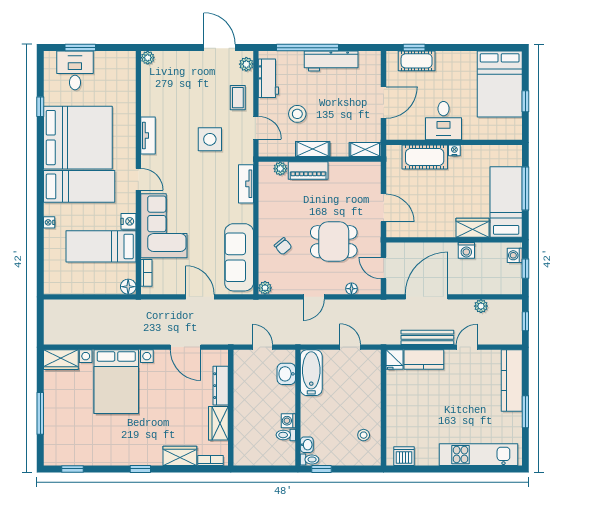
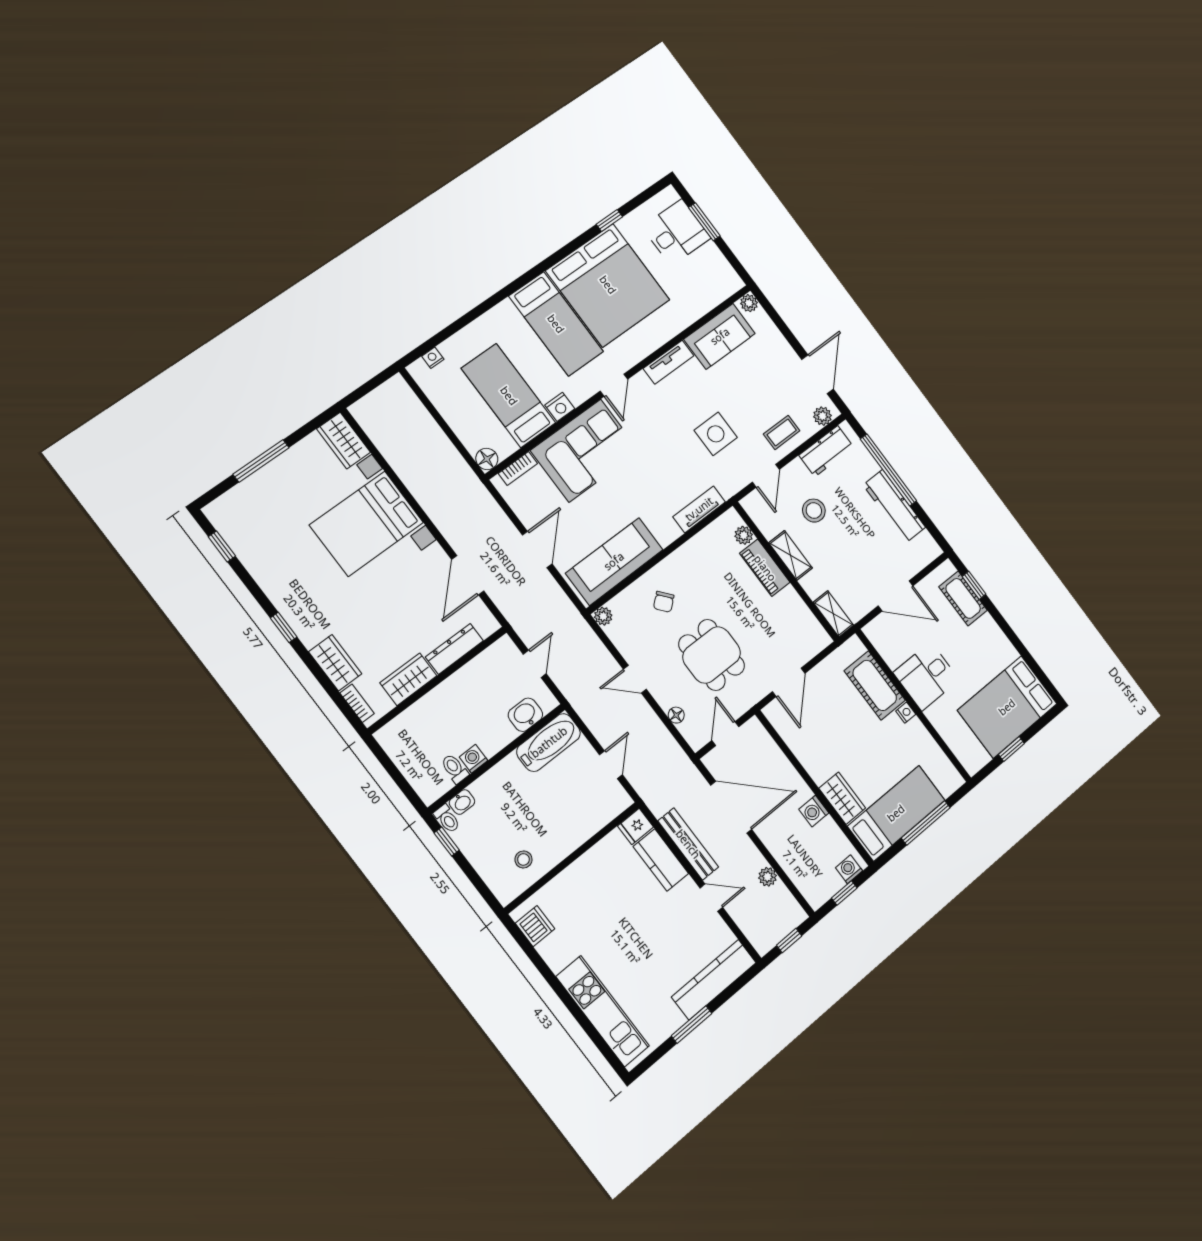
sofa: (155, 92) -> (720, 336), added
nightstand: (49, 222) -> (433, 358), moved

